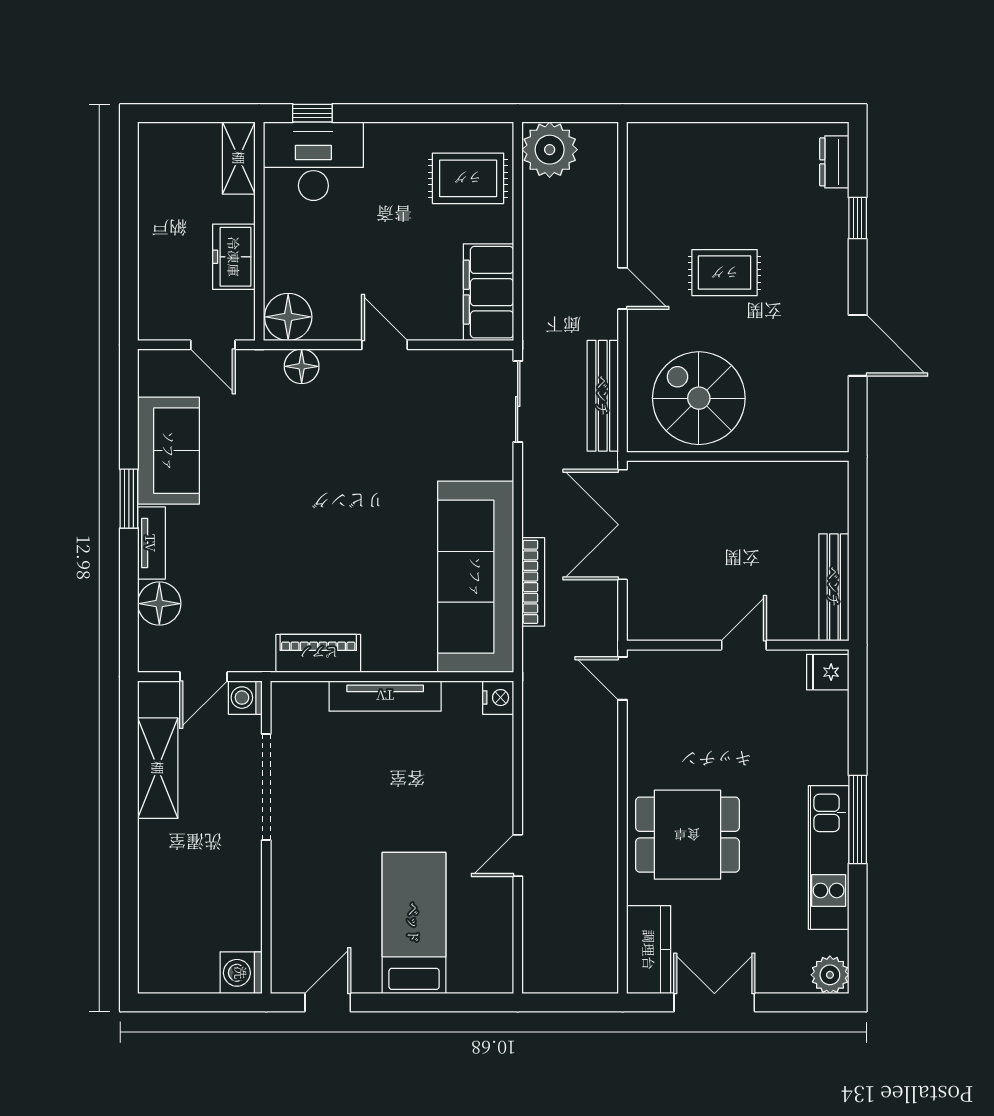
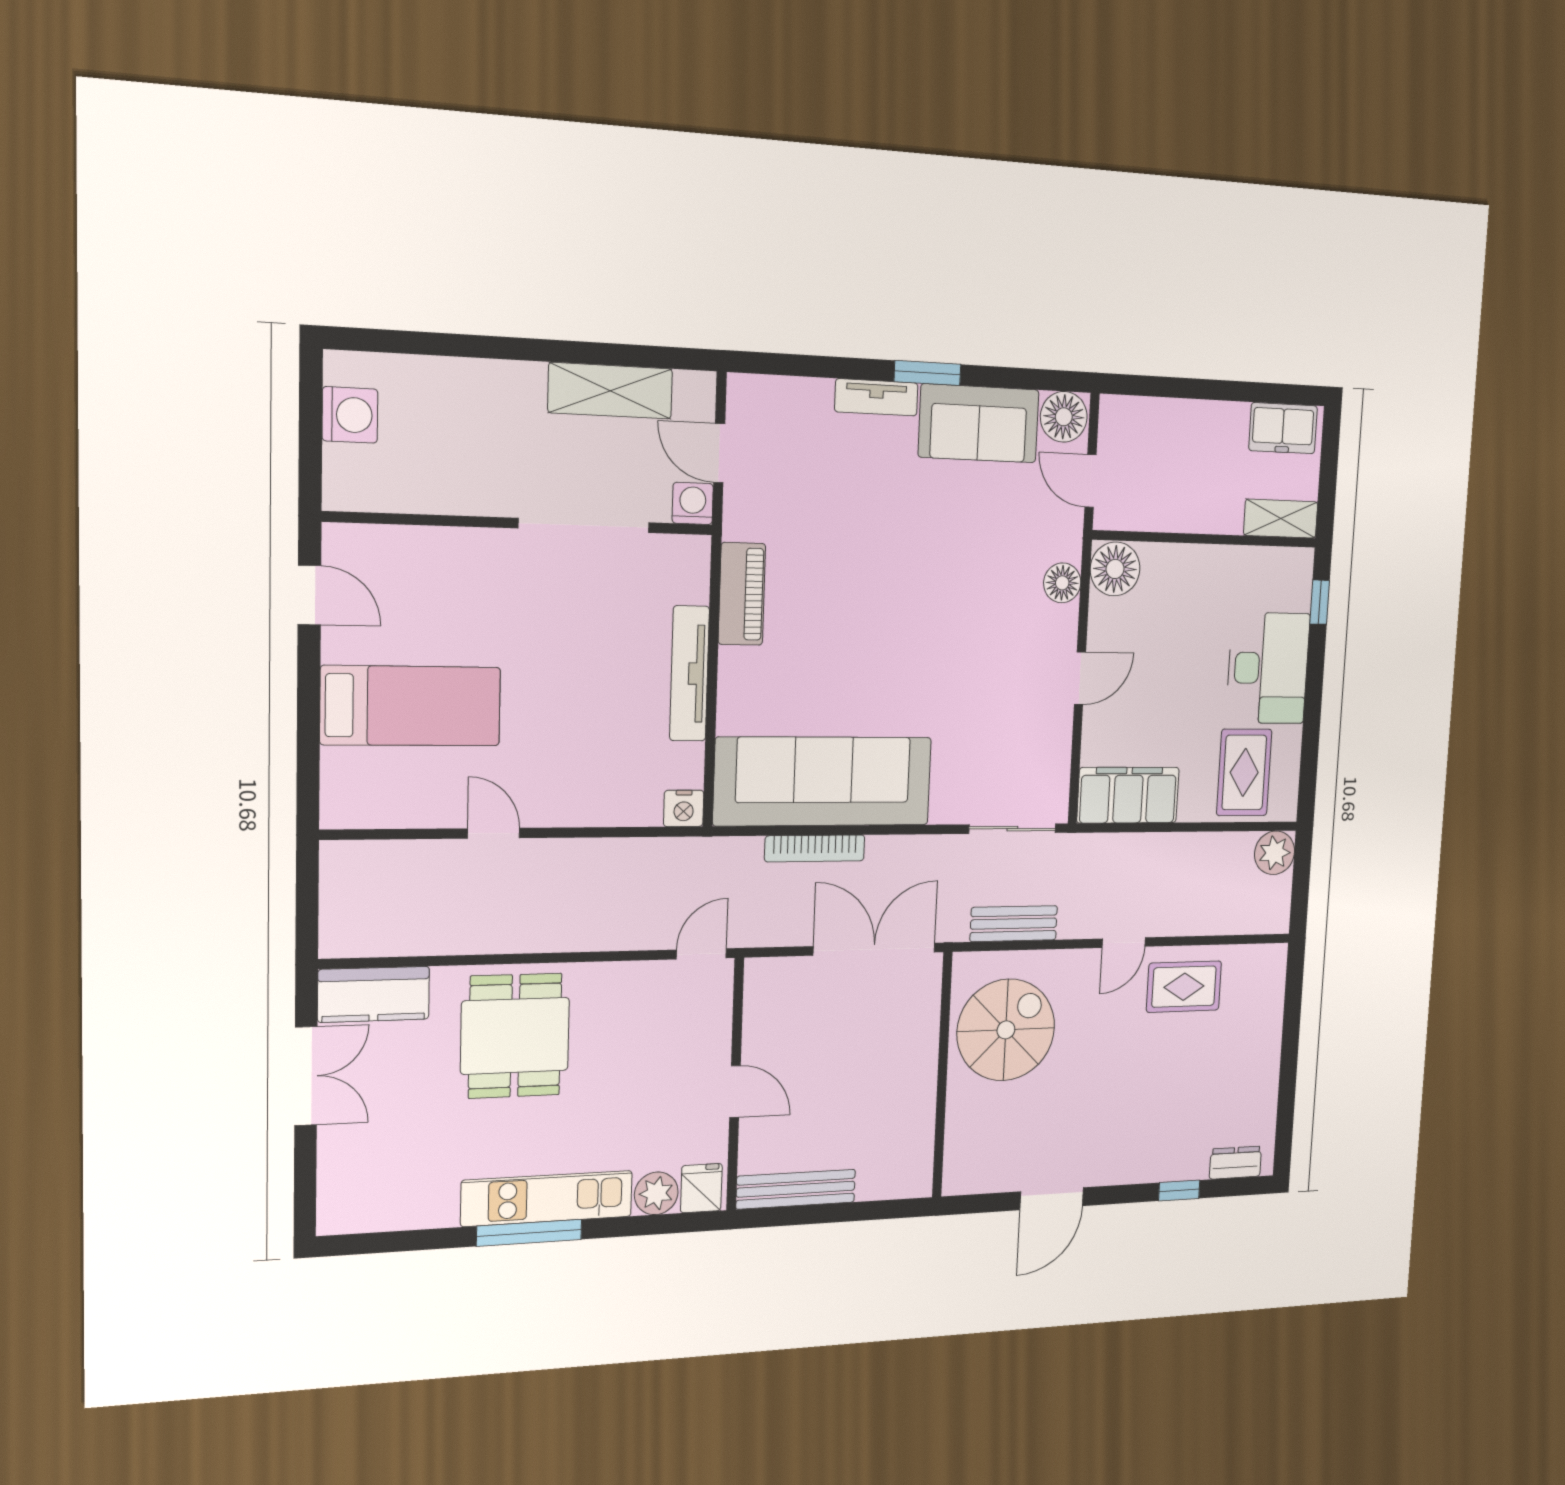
plant: (550, 150) -> (1275, 853), width x0.73, depth x0.73
desk: (313, 161) -> (1268, 668), moved
freezer: (234, 257) -> (1283, 428), moved, turned 180
rug: (725, 273) -> (1184, 987), moved, turned 90
door: (213, 345) -> (1090, 481), hinge flipped
bench: (603, 396) -> (1014, 924), width x0.73
floor lamp: (159, 604) -> (1064, 417), moved
kitchen unit: (829, 857) -> (547, 1198), moved
washing machine: (241, 973) -> (350, 415), moved, turned 90
plant: (830, 975) -> (656, 1193), moved

